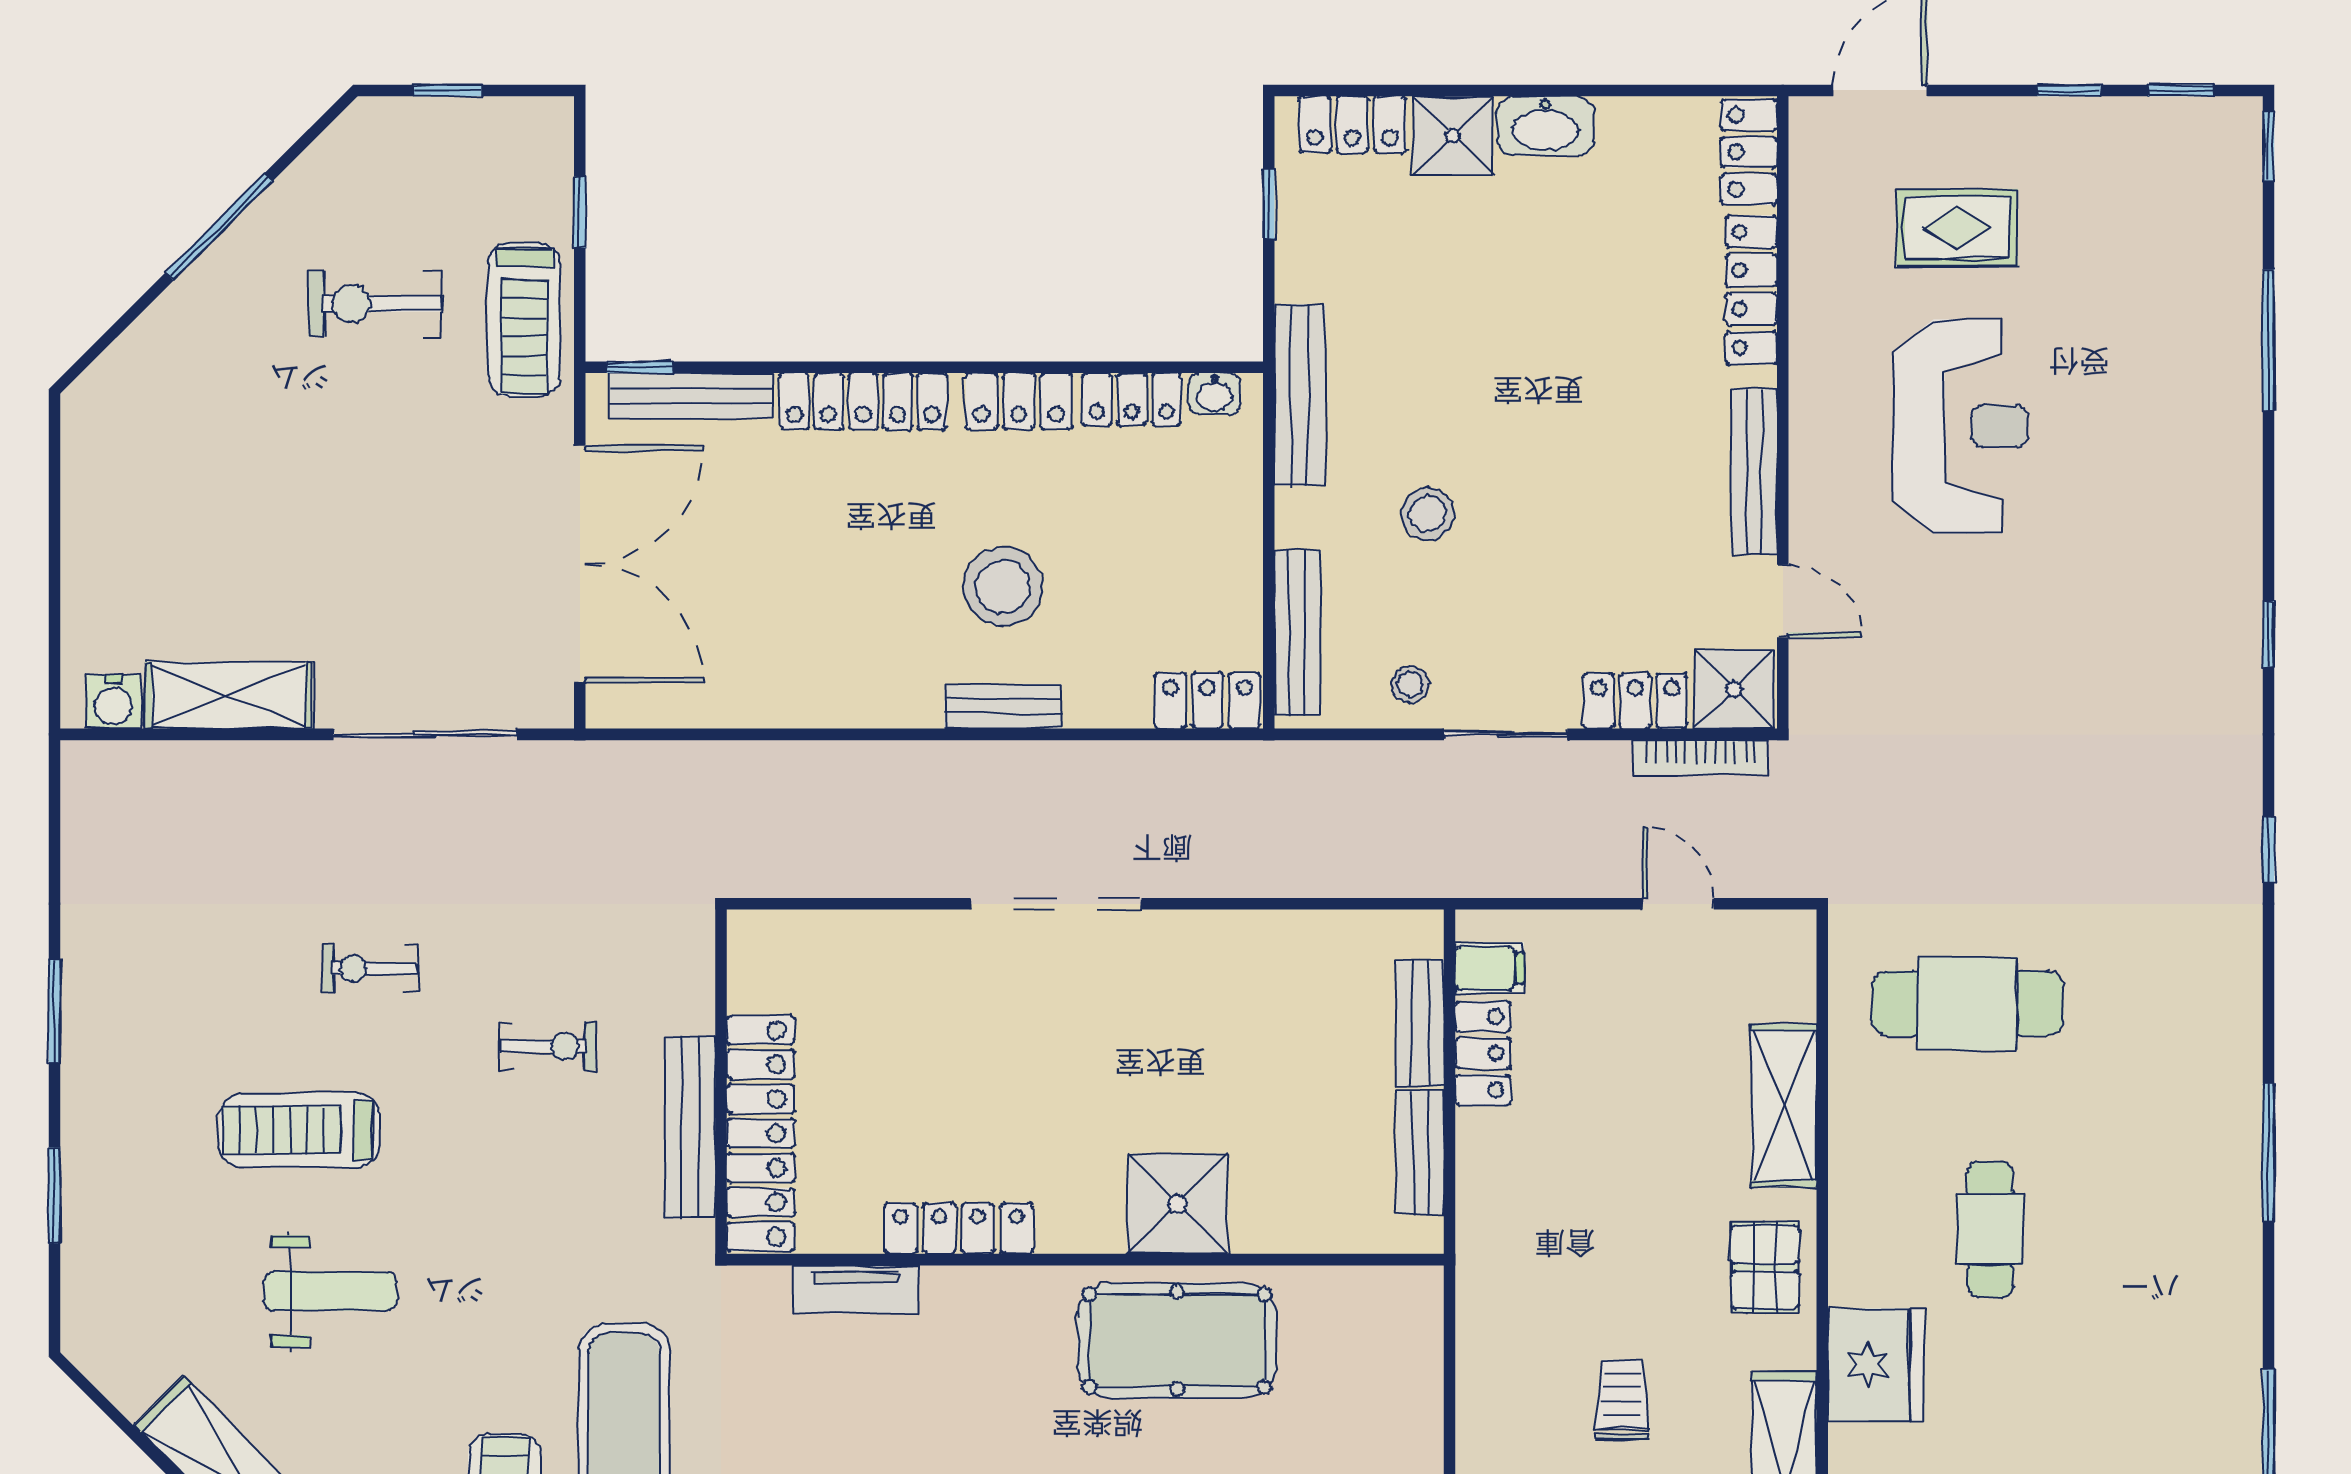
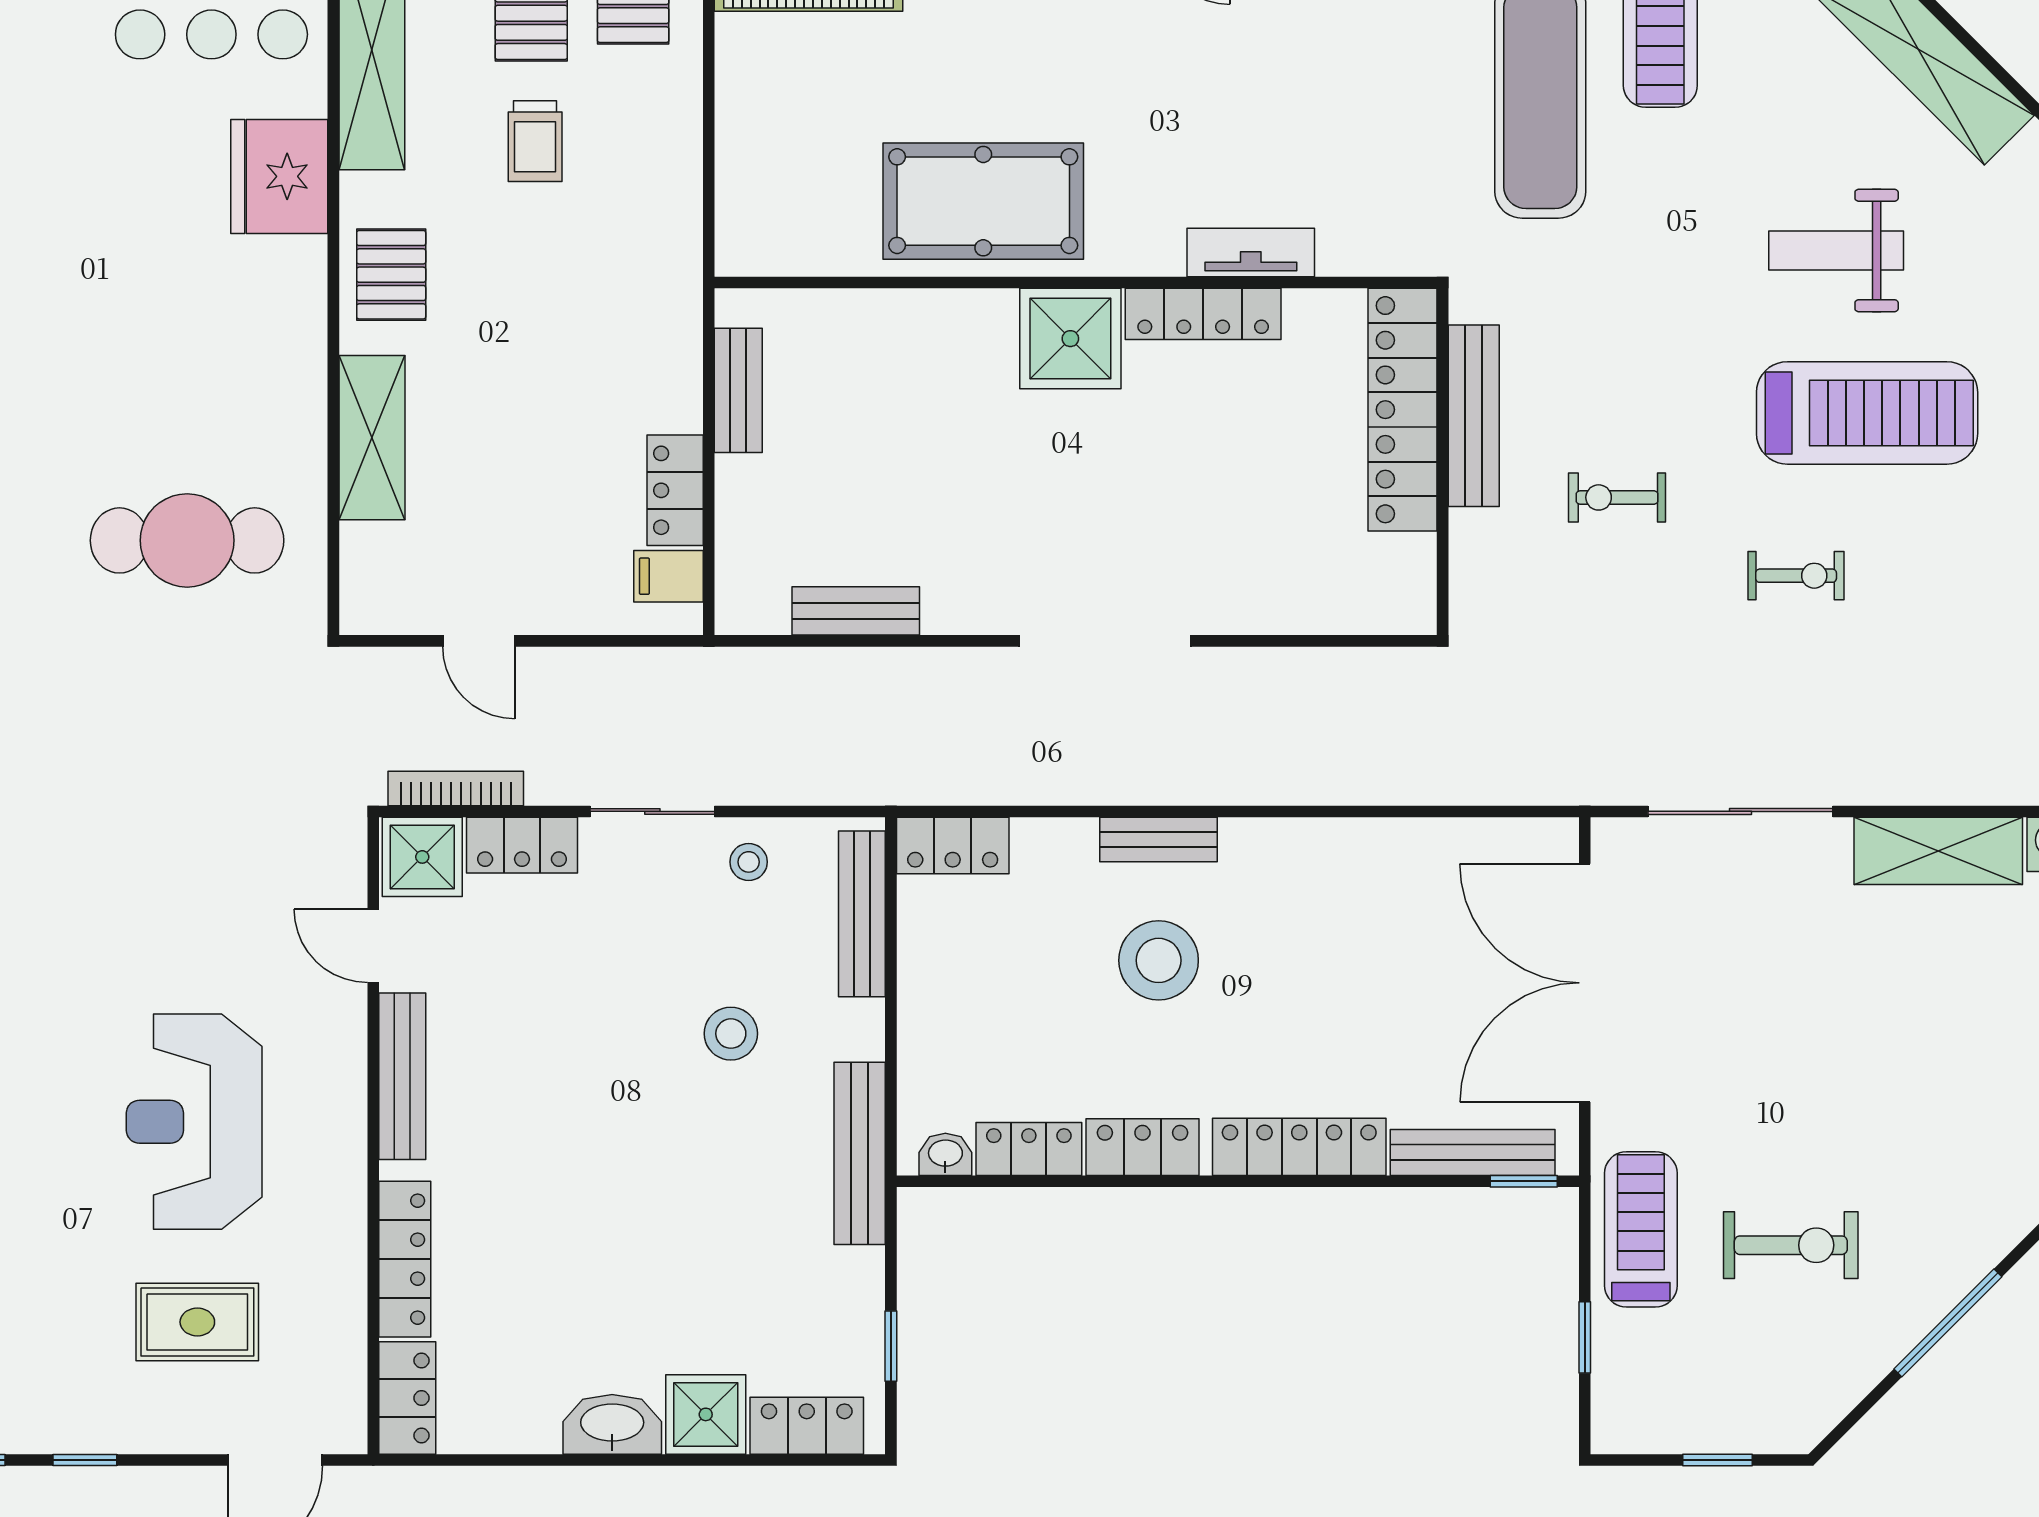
bench: (1420, 1023) -> (856, 611), moved, turned 90
treadmill: (299, 1130) -> (1867, 413), width x1.37, depth x1.38
shower: (1177, 1204) -> (1070, 339), moved
cafe table: (1990, 1229) -> (164, 313), removed
tv unit: (856, 1289) -> (1251, 253), moved

